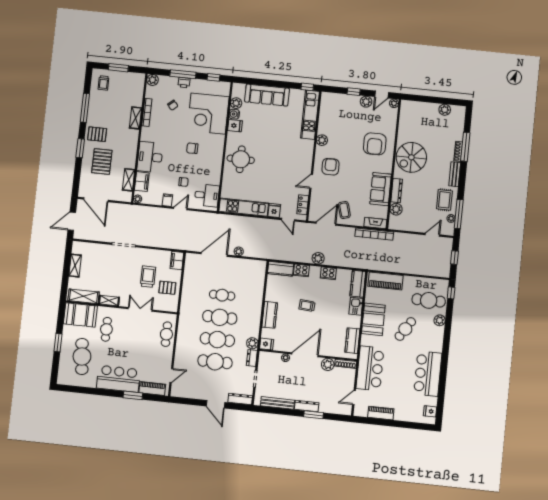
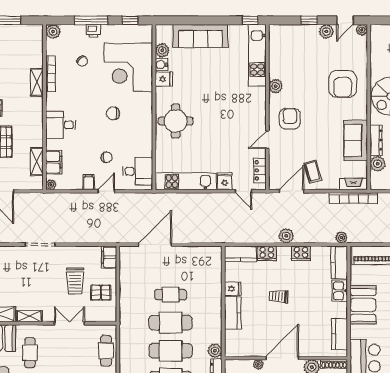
desk: (150, 157) -> (61, 125), width x0.73
plant: (239, 251) -> (342, 238), moved
trolley: (148, 277) -> (75, 281), turned 180
fridge: (267, 344) -> (233, 289), moved

